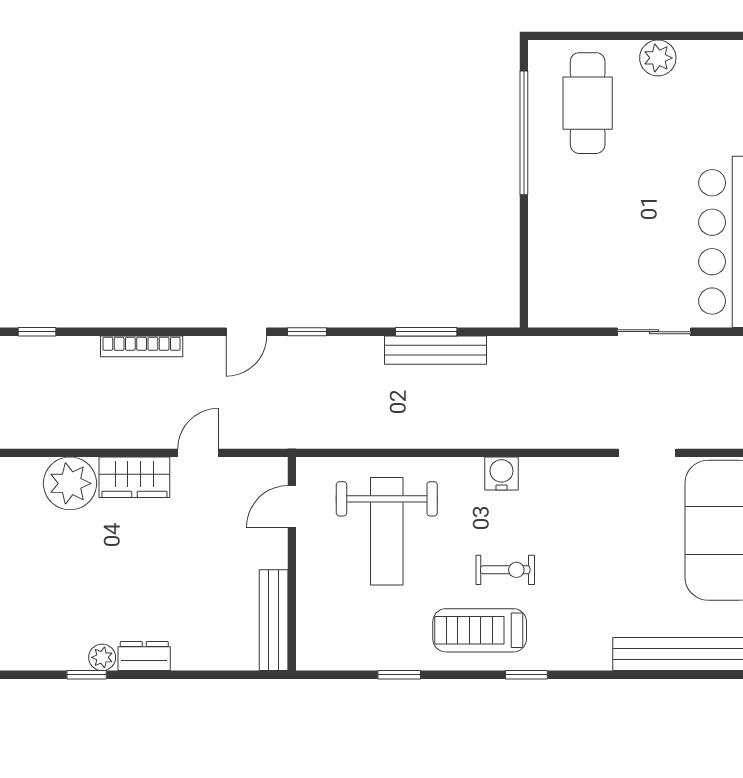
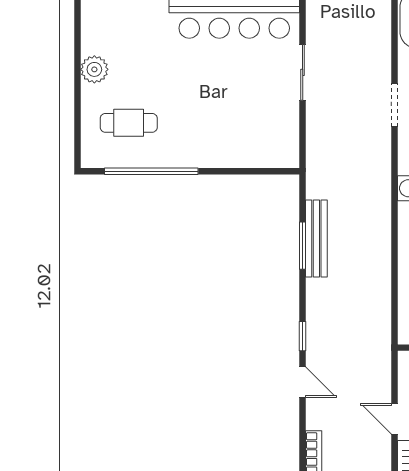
cafe table: (588, 103) -> (129, 123), width x0.73, depth x0.74
doorway: (647, 453) -> (395, 105), moved

